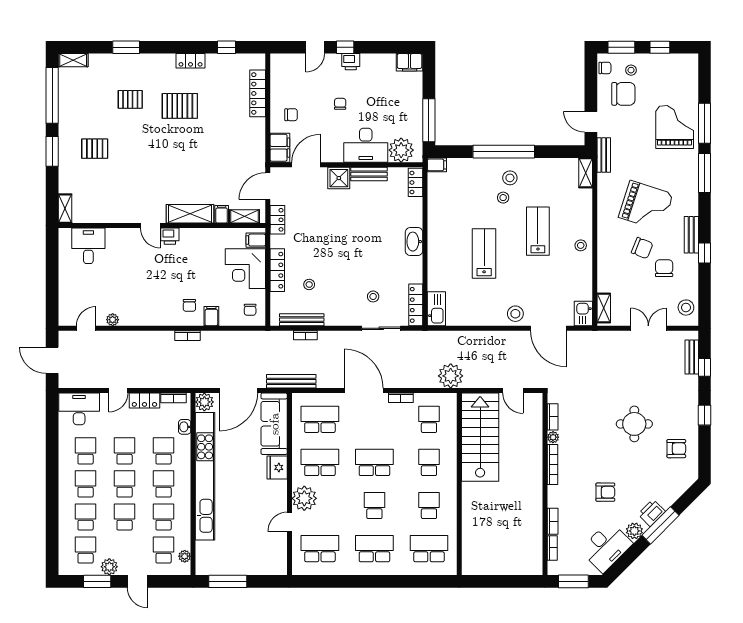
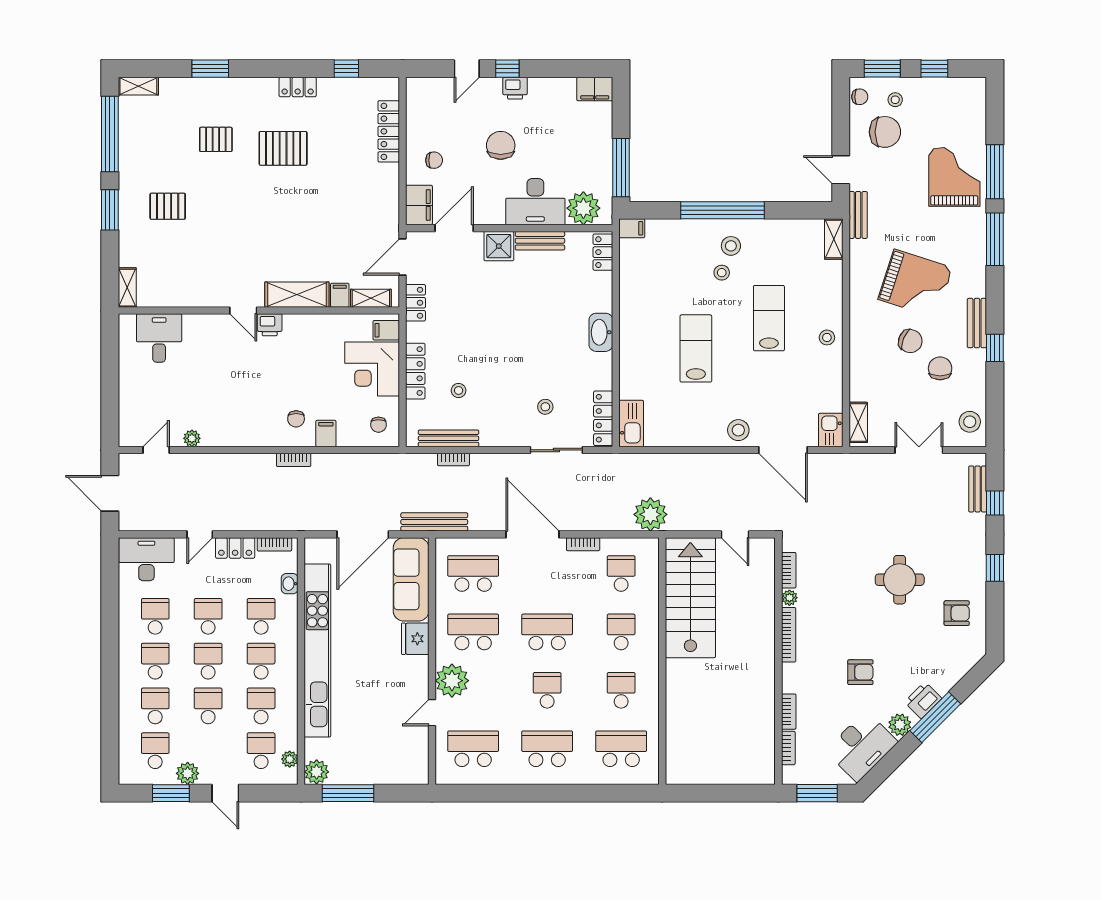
chair: (340, 104) -> (501, 145), width x1.87, depth x1.87
plant: (204, 402) -> (317, 772), moved

